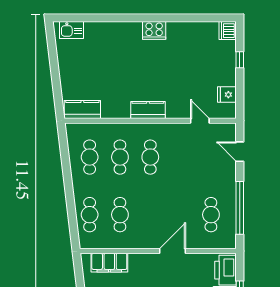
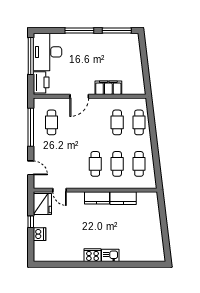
kitchen sink: (72, 30) -> (110, 255), moved
dishwasher: (228, 31) -> (39, 234), moved
window: (240, 60) -> (31, 222), moved
fridge: (227, 95) -> (42, 204), width x1.88, depth x1.34
kitchen counter: (82, 110) -> (123, 198), moved
filing cabinet: (109, 263) -> (108, 88), moved

